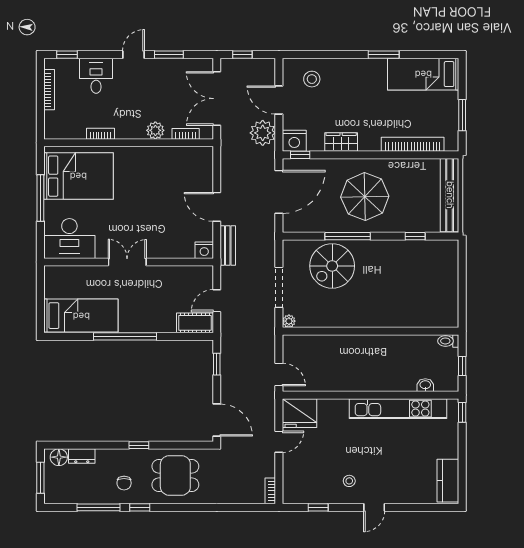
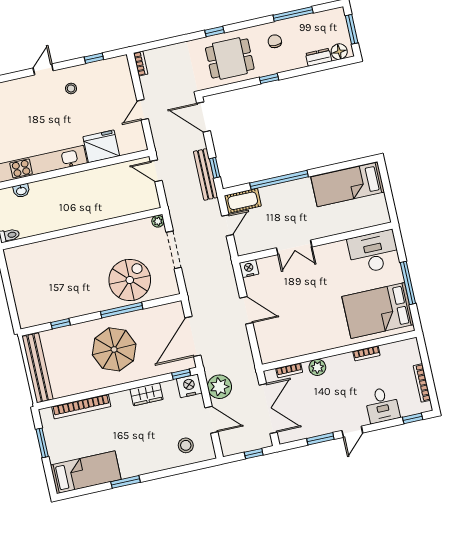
bench: (228, 245) -> (206, 174), moved, width x1.36
double door: (127, 262) -> (294, 247), moved
window: (125, 336) -> (279, 180), moved
fridge: (300, 413) -> (101, 146), moved
window: (140, 507) -> (215, 31), moved

